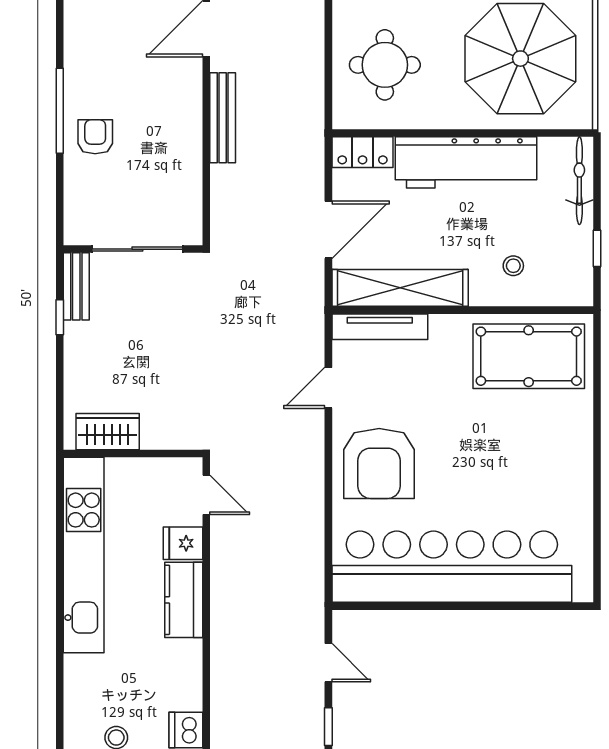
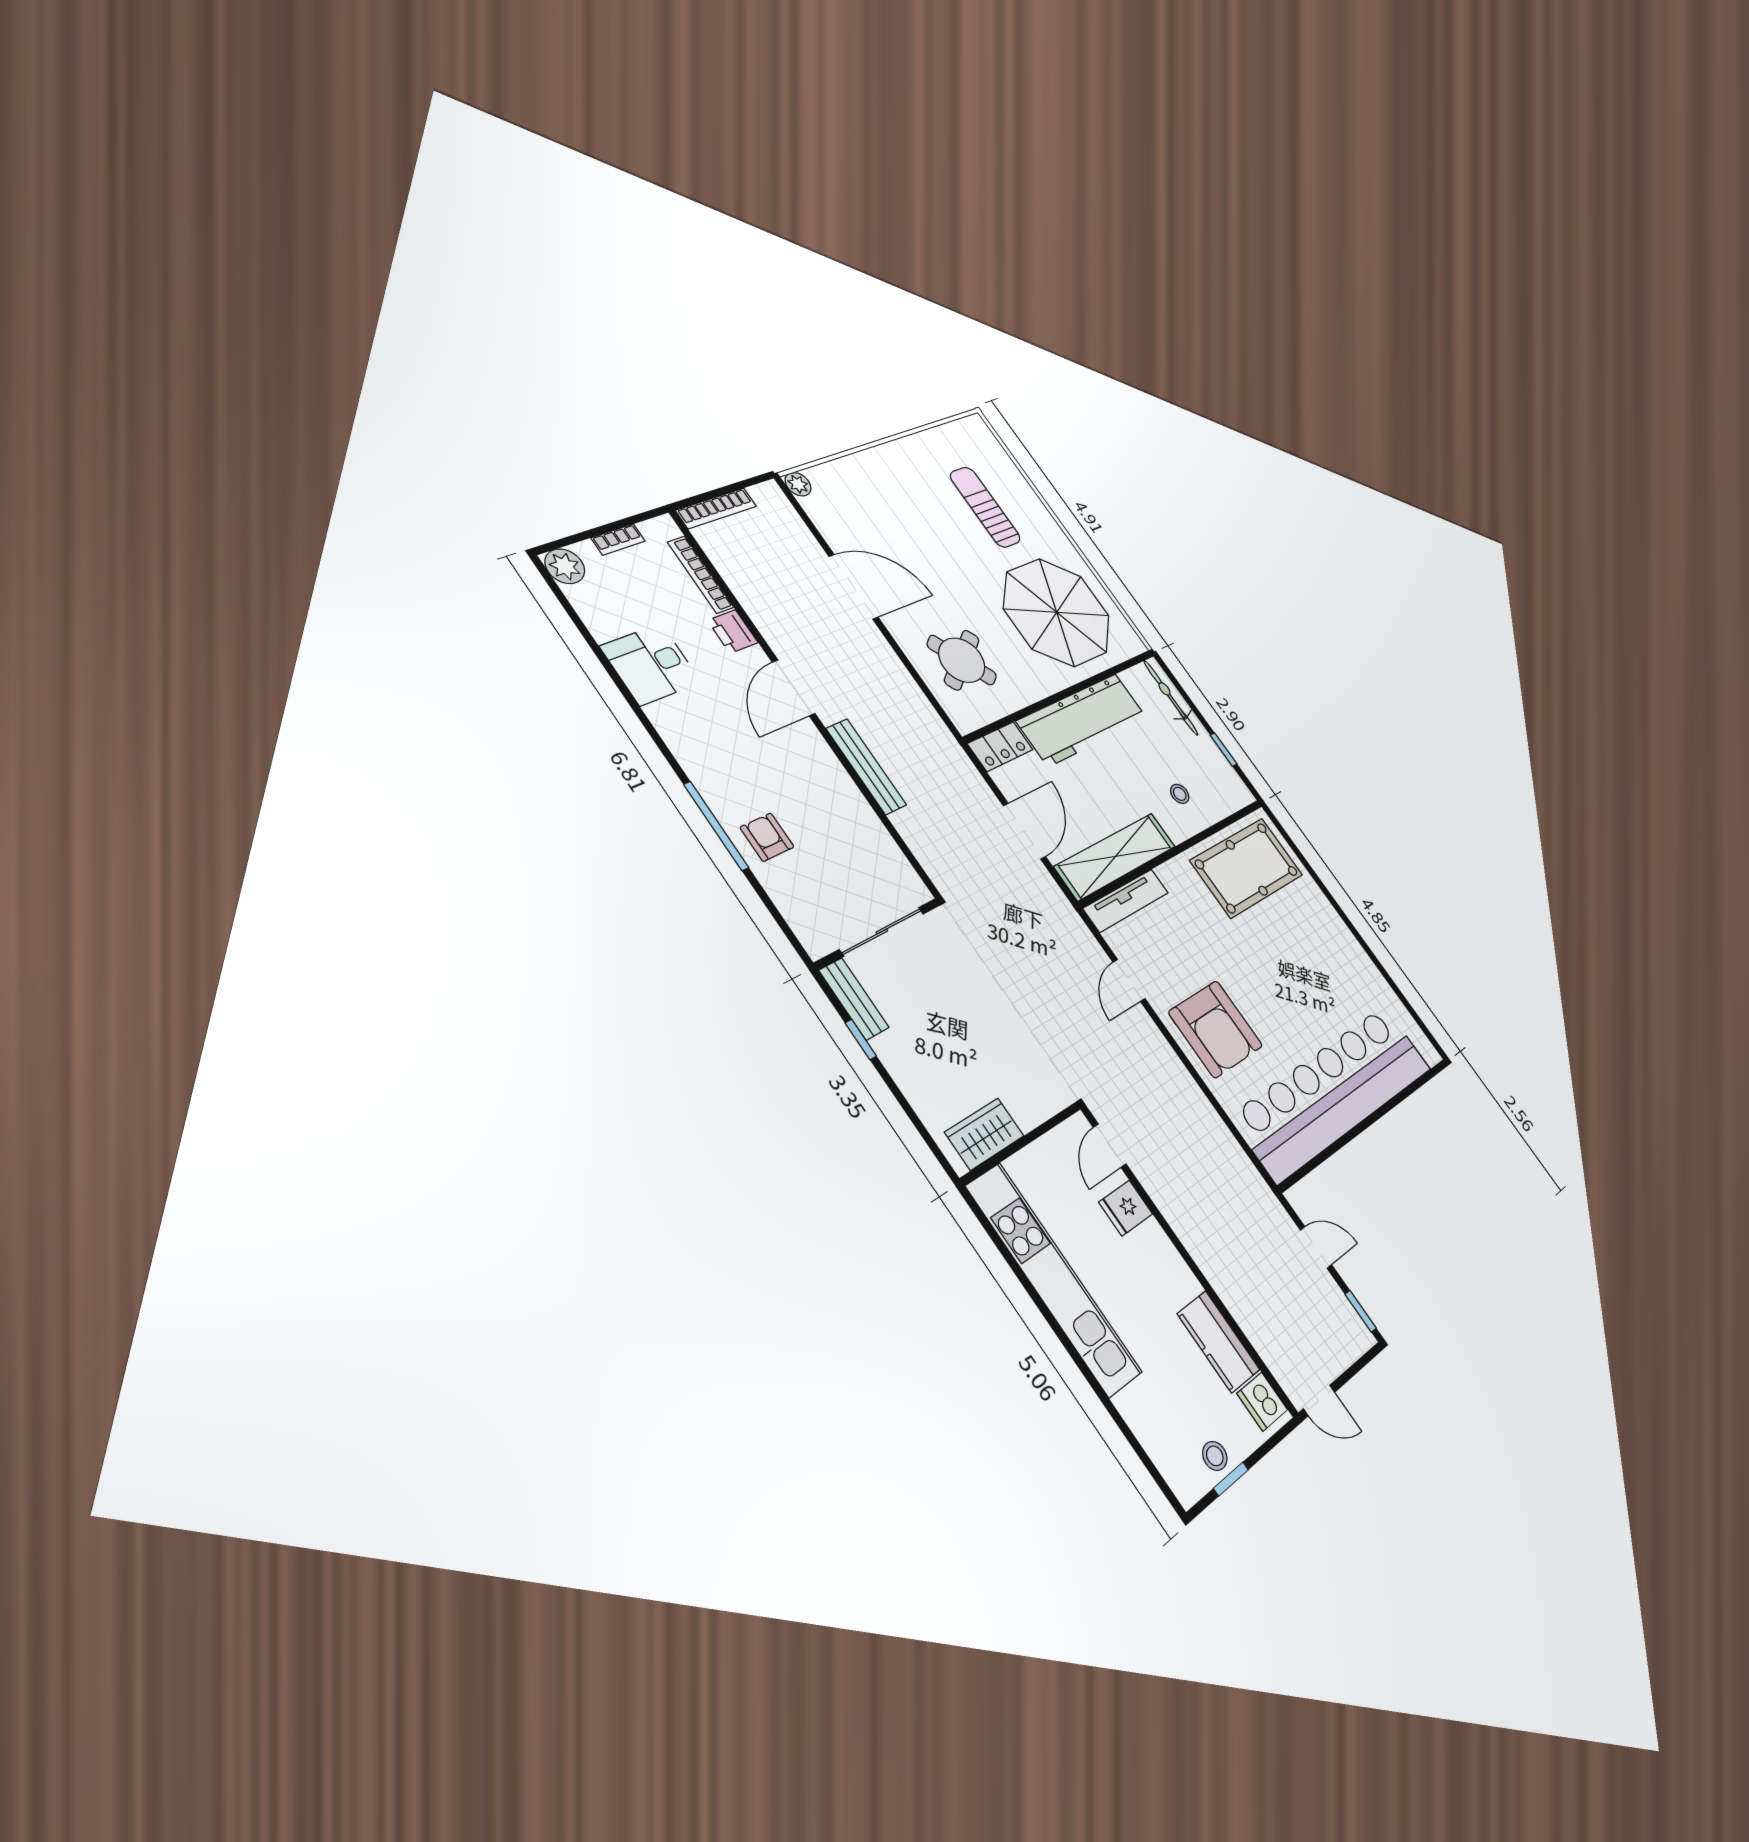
round table: (385, 65) -> (962, 660), turned -33
door: (206, 495) -> (1110, 1146), swing flipped
kitchen counter: (184, 600) -> (1219, 1342), moved

